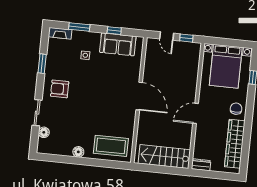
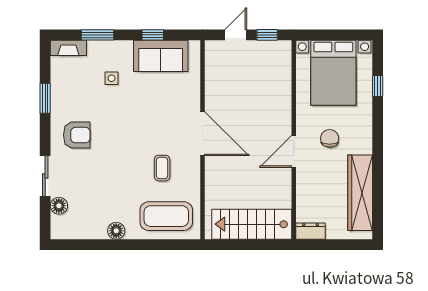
door: (167, 36) -> (236, 35), swing flipped
armchair: (60, 89) -> (77, 135), turned 180
chair: (236, 109) -> (330, 138), moved
coffee table: (111, 115) -> (162, 168), added

